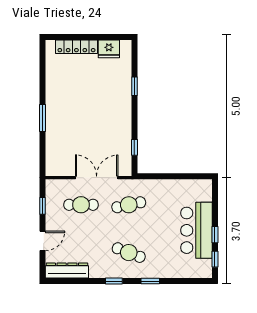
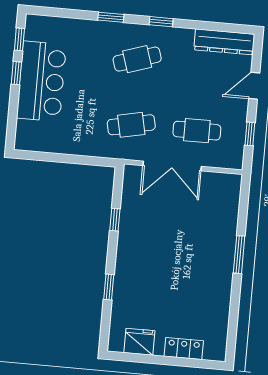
locker: (76, 47) -> (184, 349), width x0.66
window: (134, 147) -> (115, 220), moved
cafe table: (129, 253) -> (137, 59), turned -39

